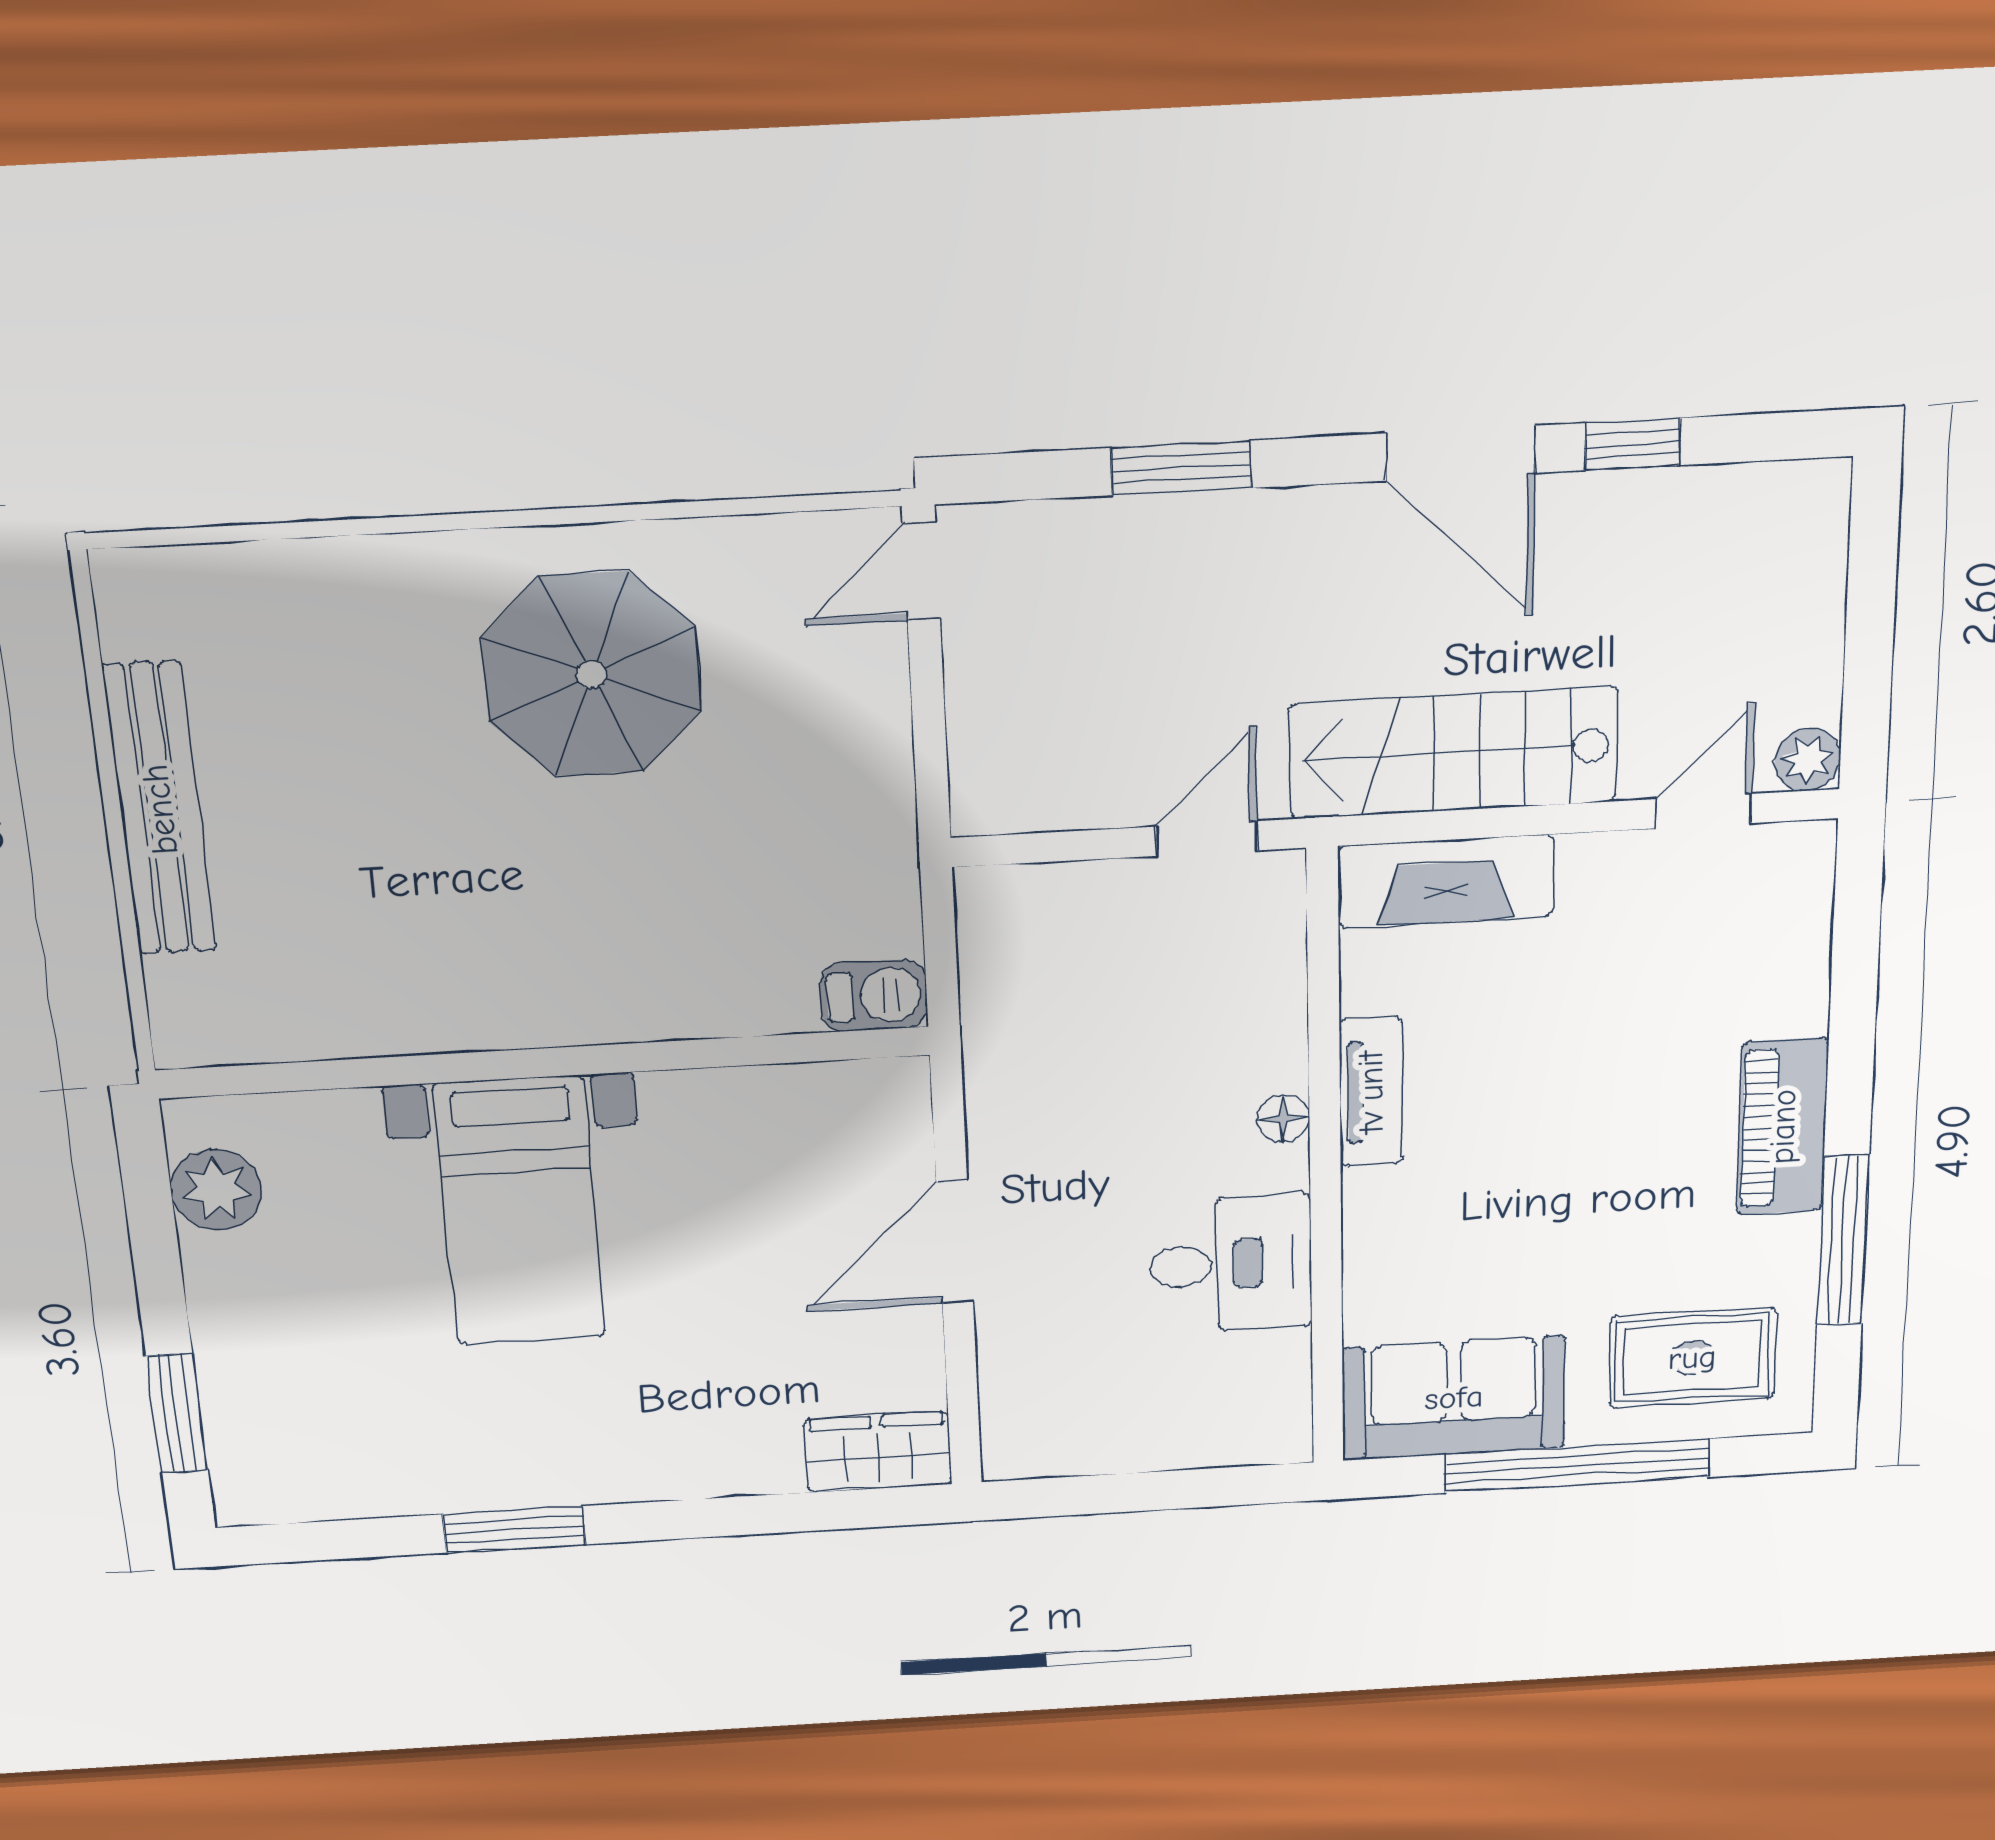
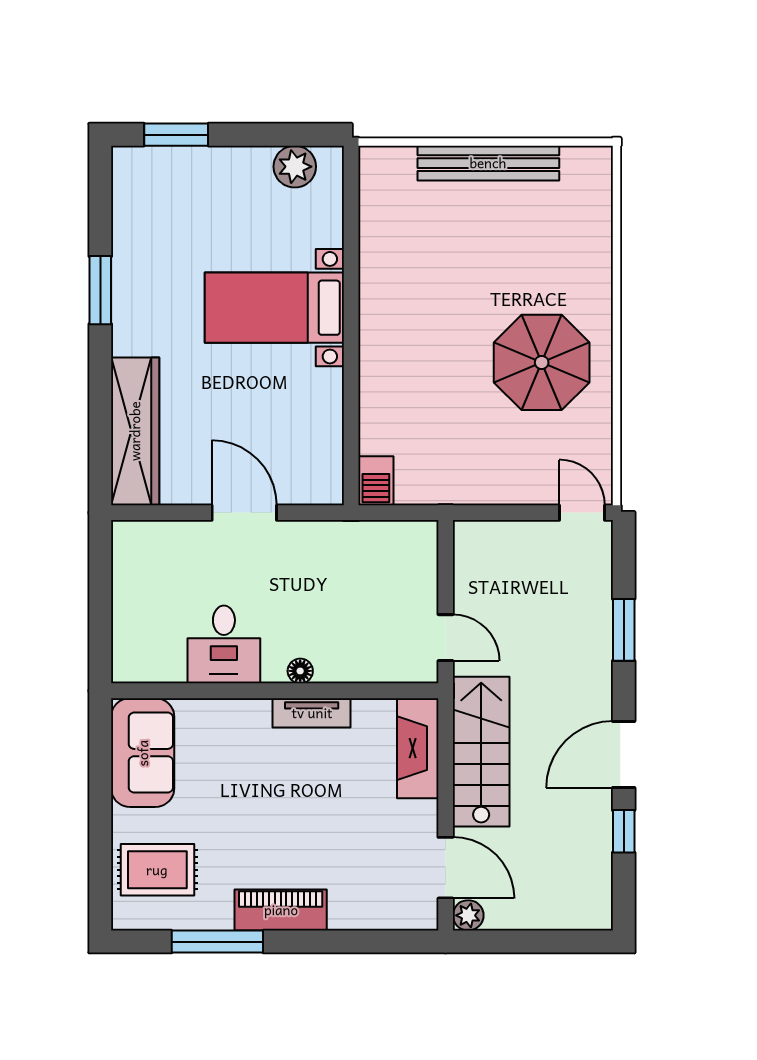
door: (1703, 811) -> (446, 868), width x1.37
rug: (1692, 1358) -> (157, 870), turned 90
wardrobe: (878, 1452) -> (135, 431), width x2.10, depth x1.17
window: (1577, 1466) -> (100, 814), removed

